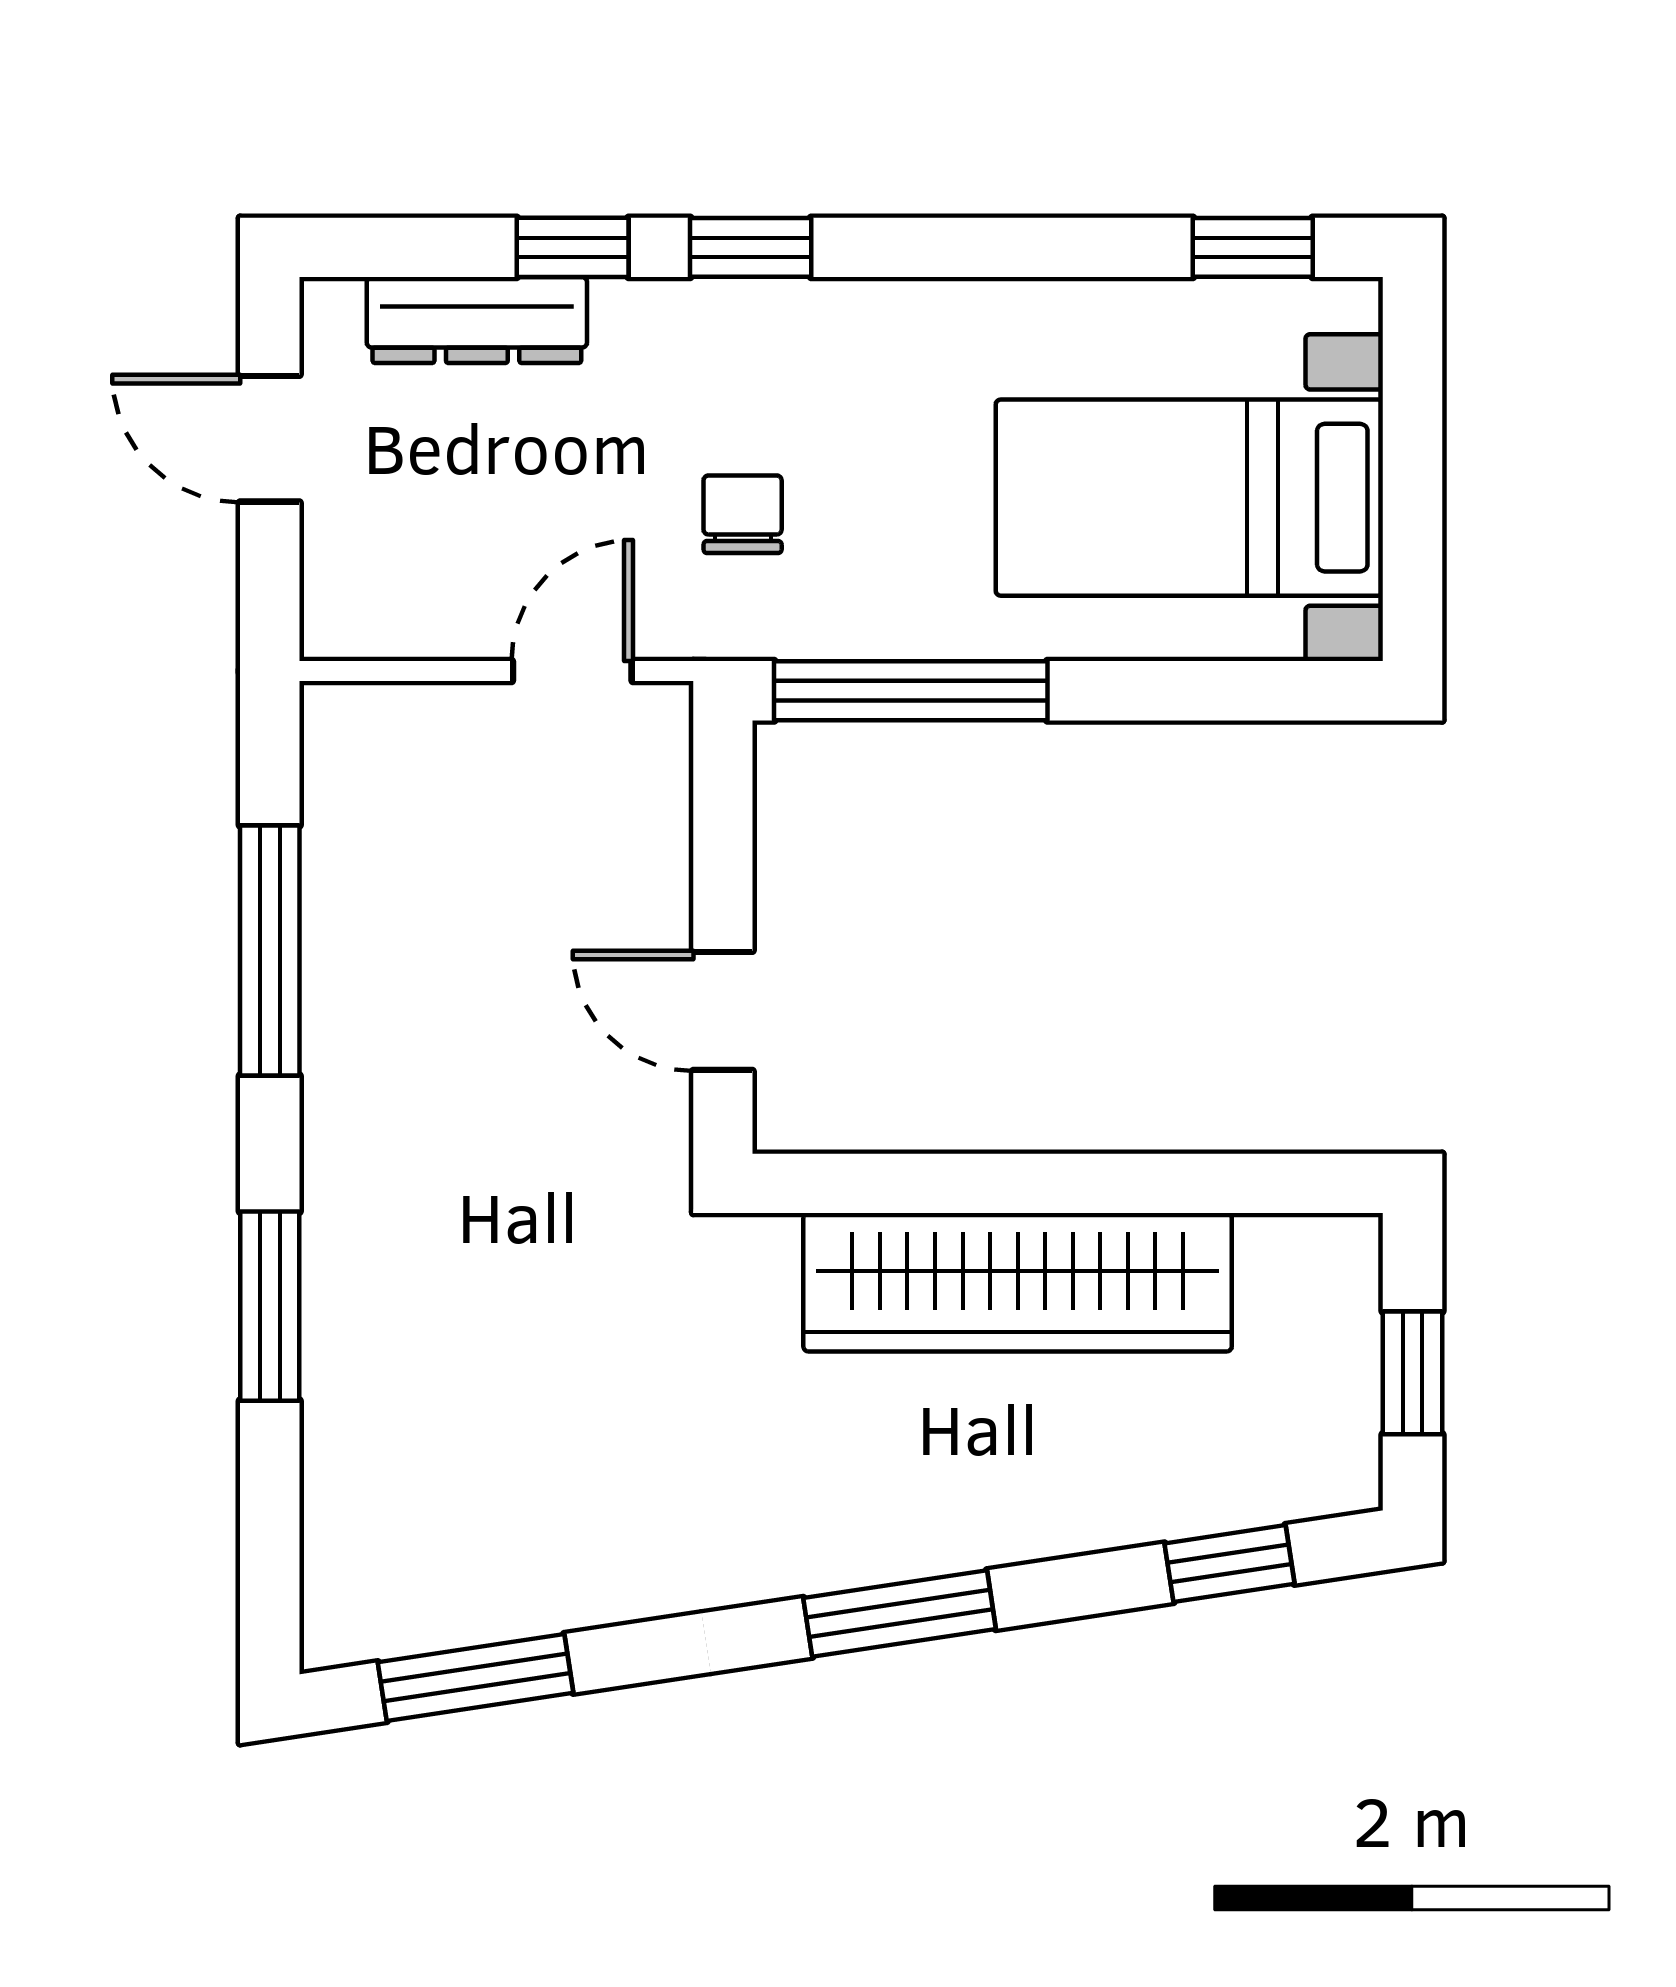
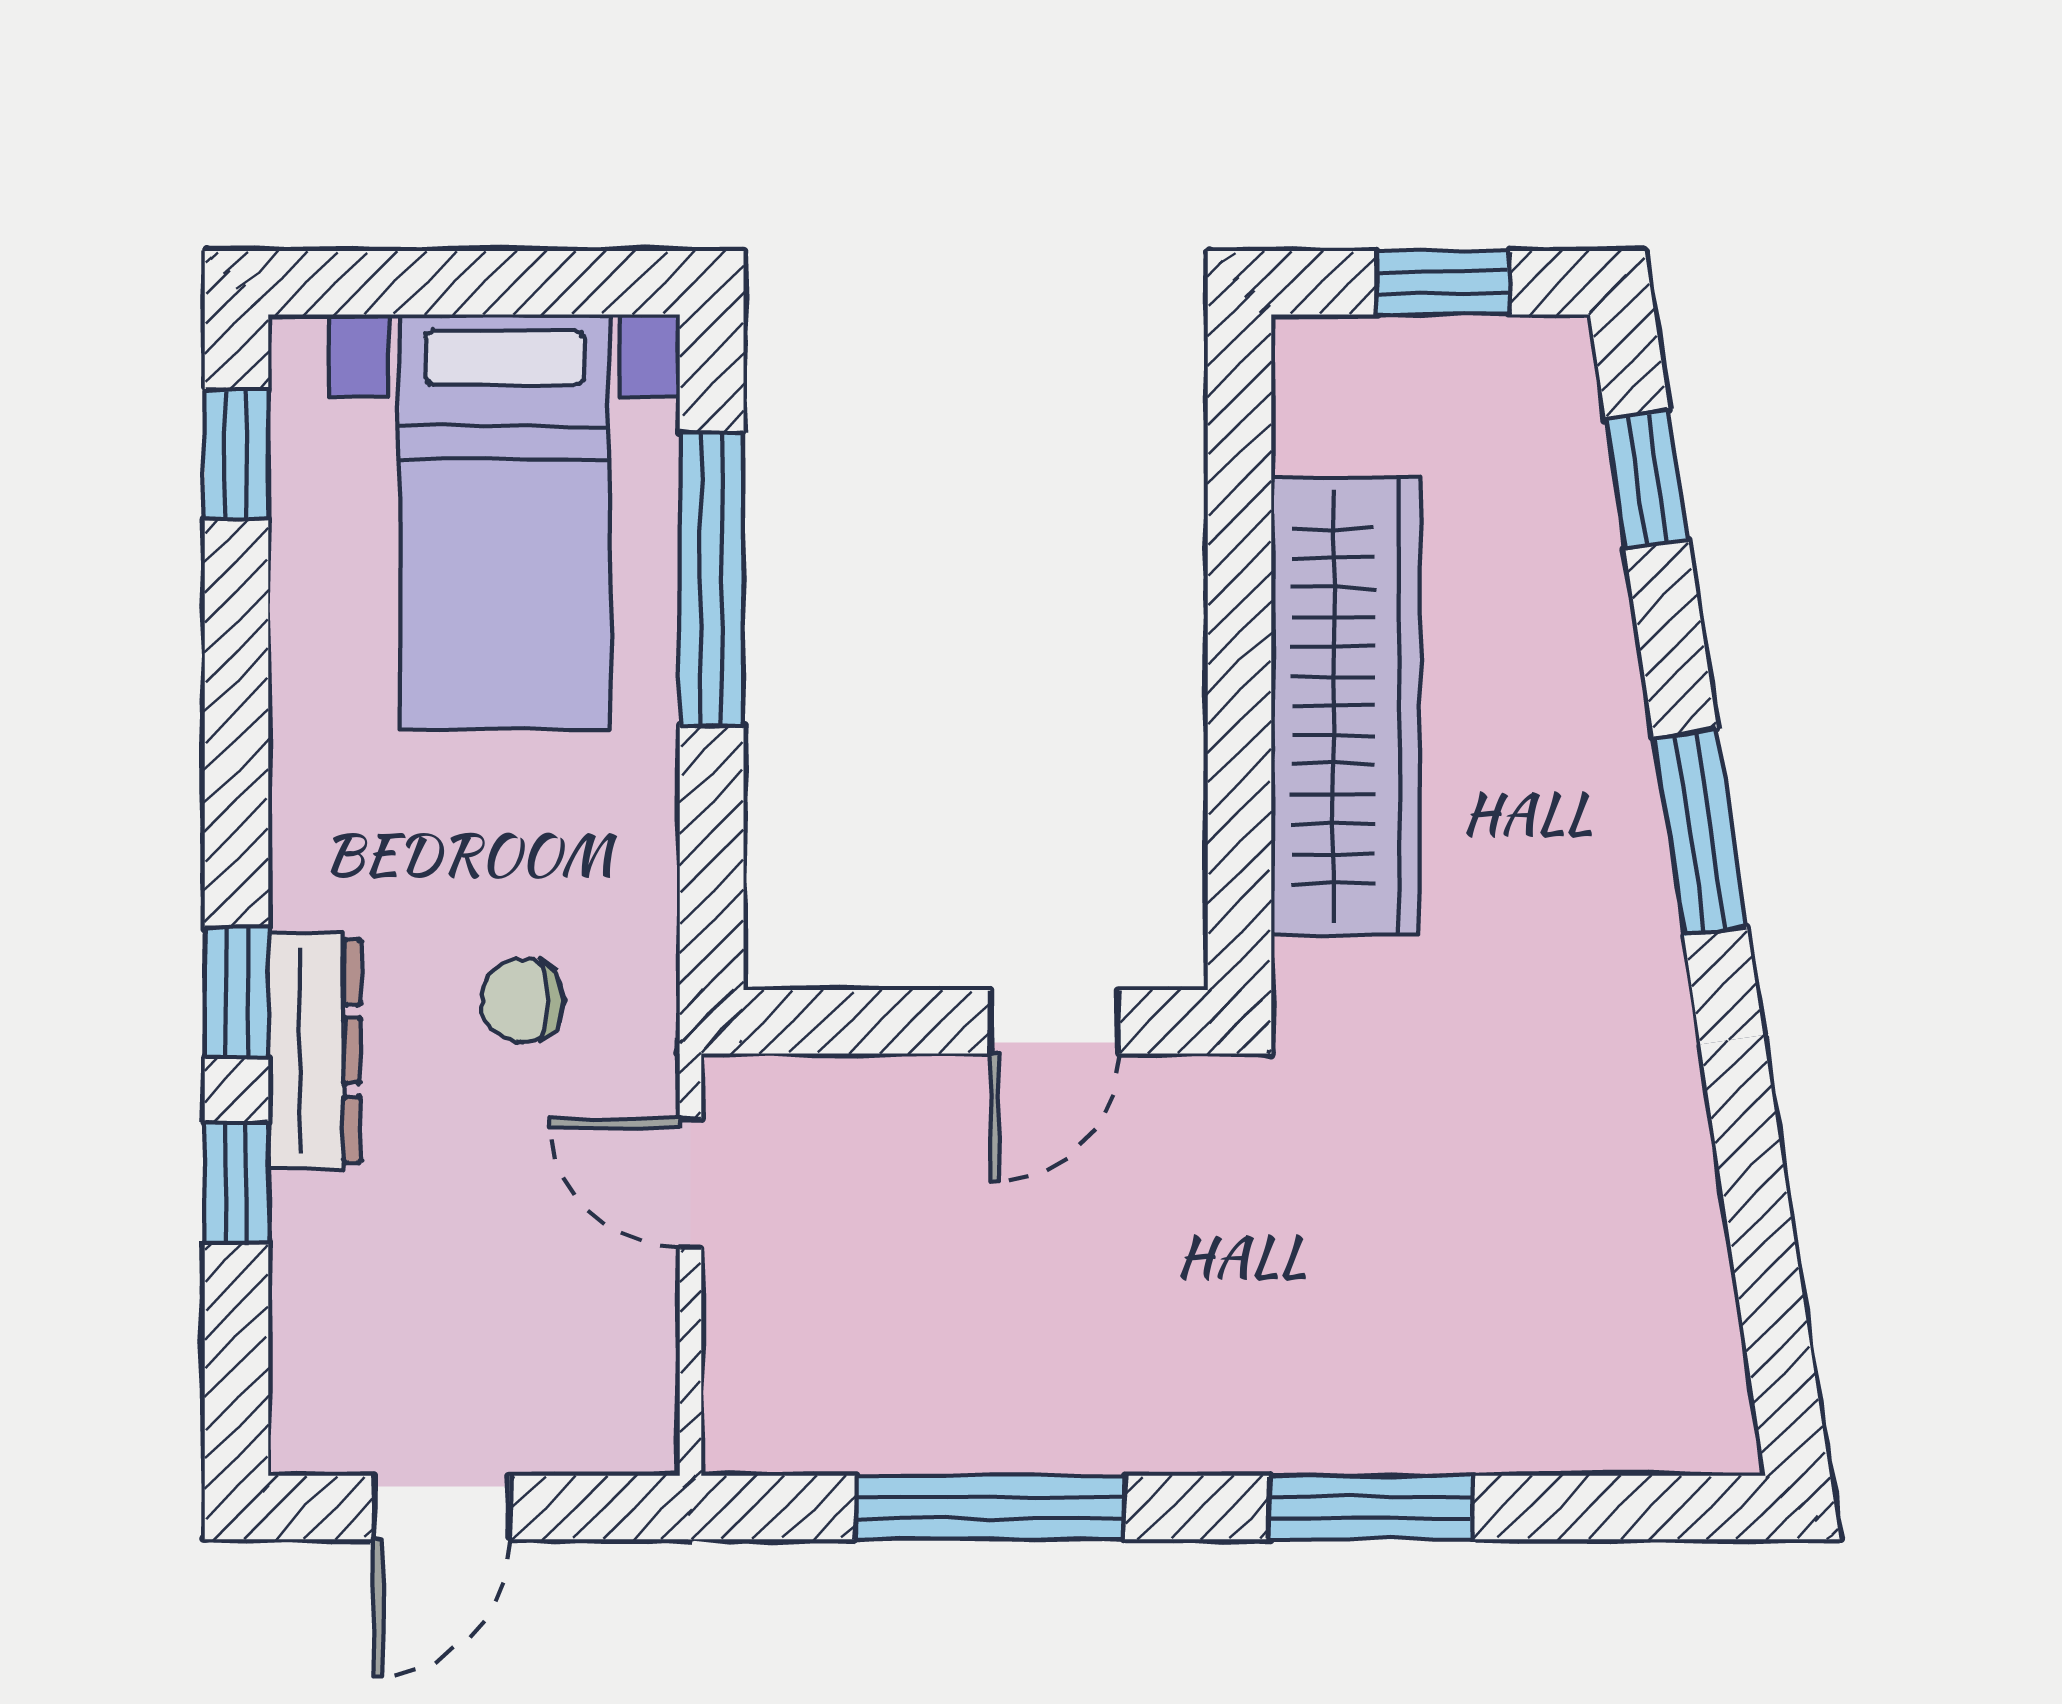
dresser: (477, 320) -> (314, 1051), moved
window: (911, 691) -> (712, 579), moved
window: (475, 1678) -> (1769, 1287), removed

